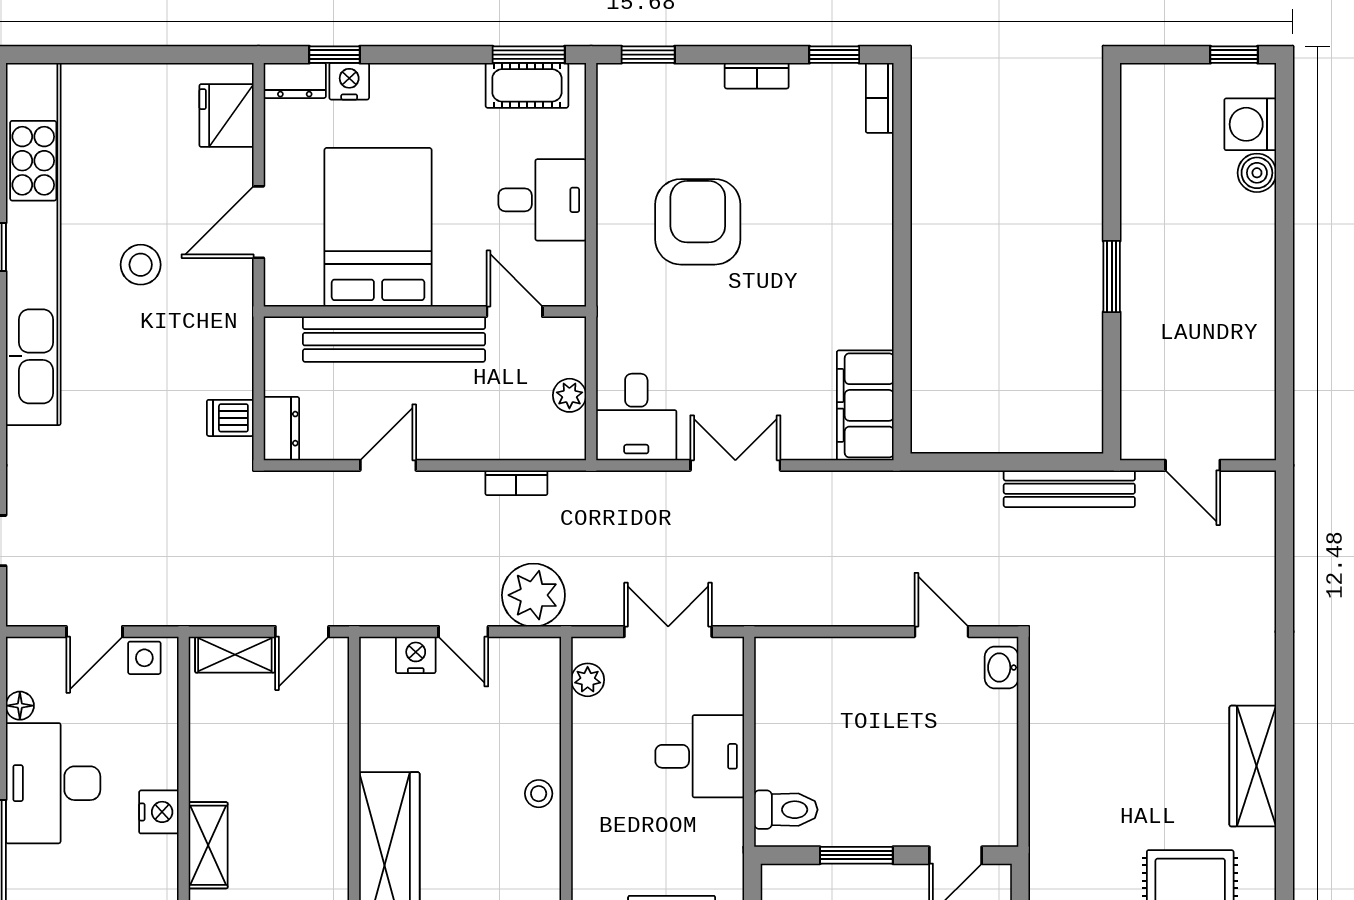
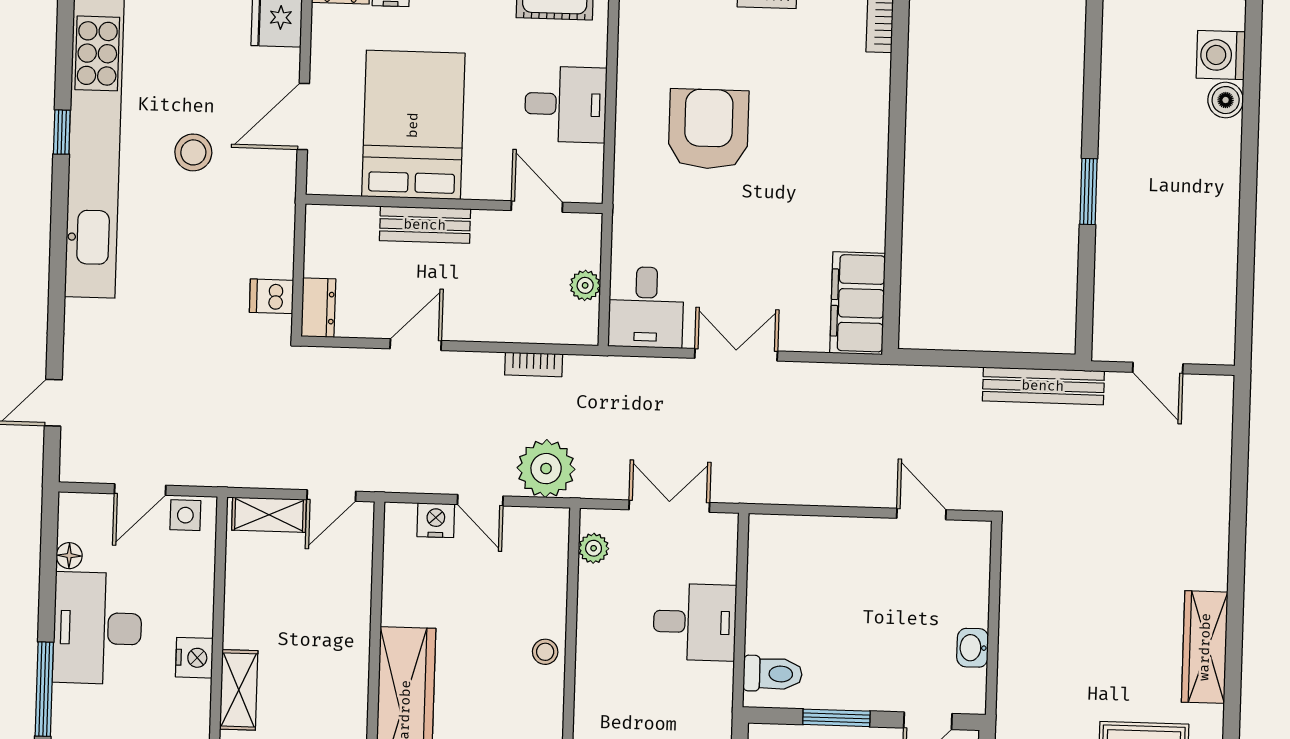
bench: (394, 339) -> (425, 225), width x0.54, depth x0.82
washbasin: (1002, 668) -> (973, 648), moved

